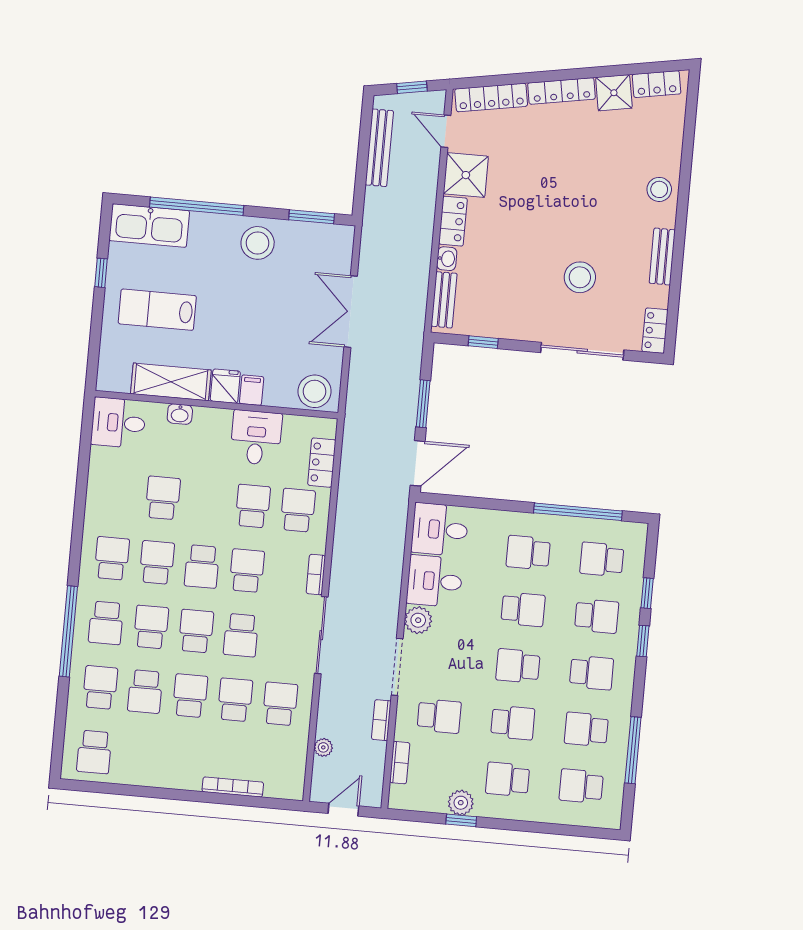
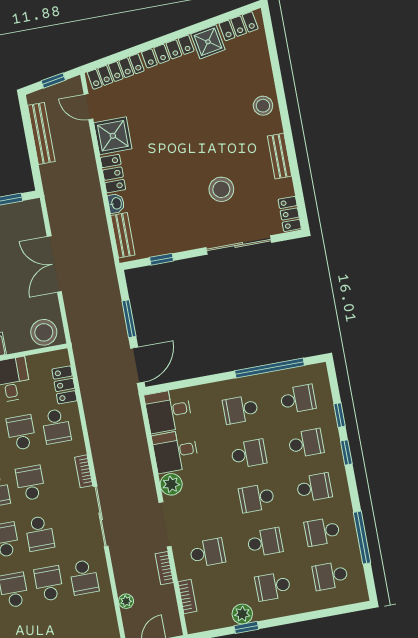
school desk: (298, 510) -> (56, 426), turned 180
school desk: (602, 559) -> (298, 399), turned 180
school desk: (280, 704) -> (84, 577), turned 180

